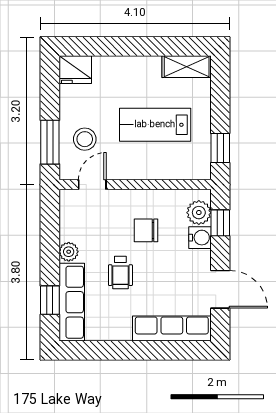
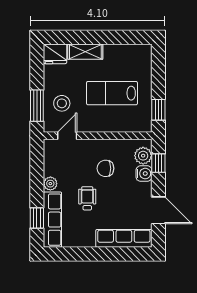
shelving: (187, 67) -> (85, 52), moved
wheelchair: (120, 272) -> (87, 198), turned 180

